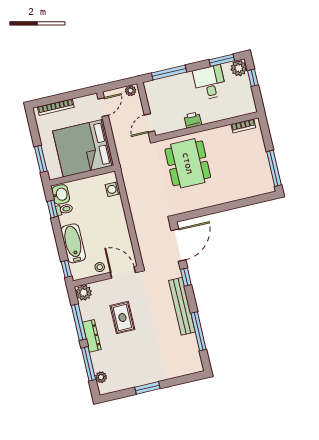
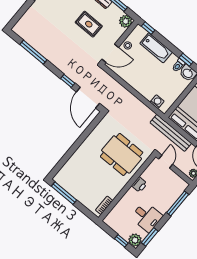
bench: (182, 306) -> (171, 133), moved

